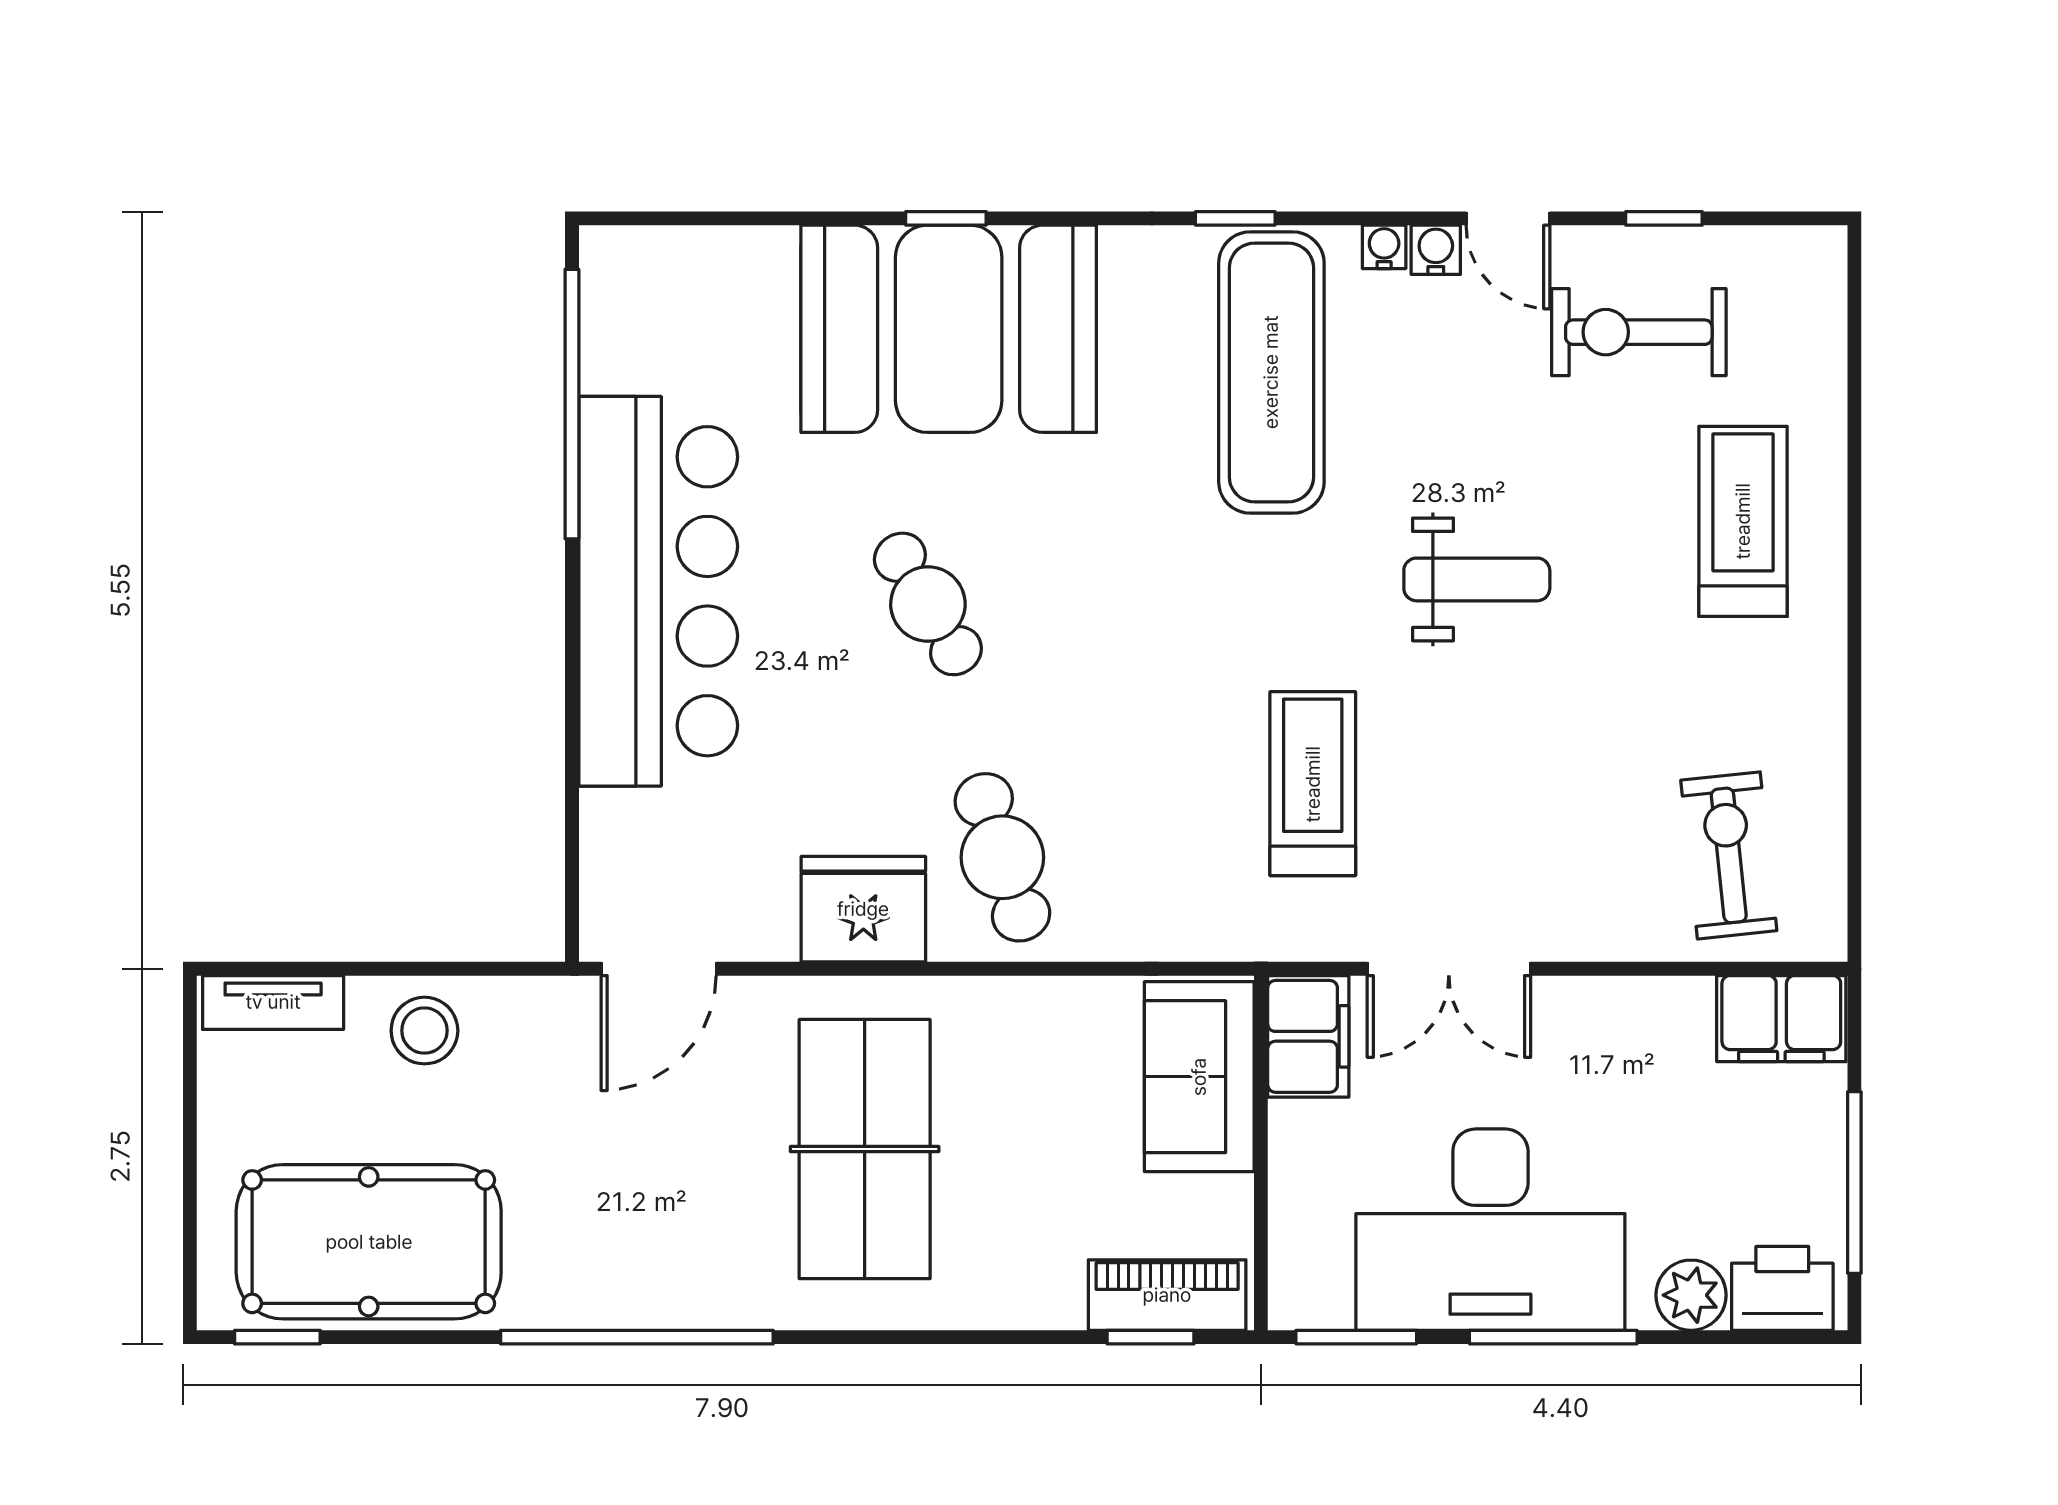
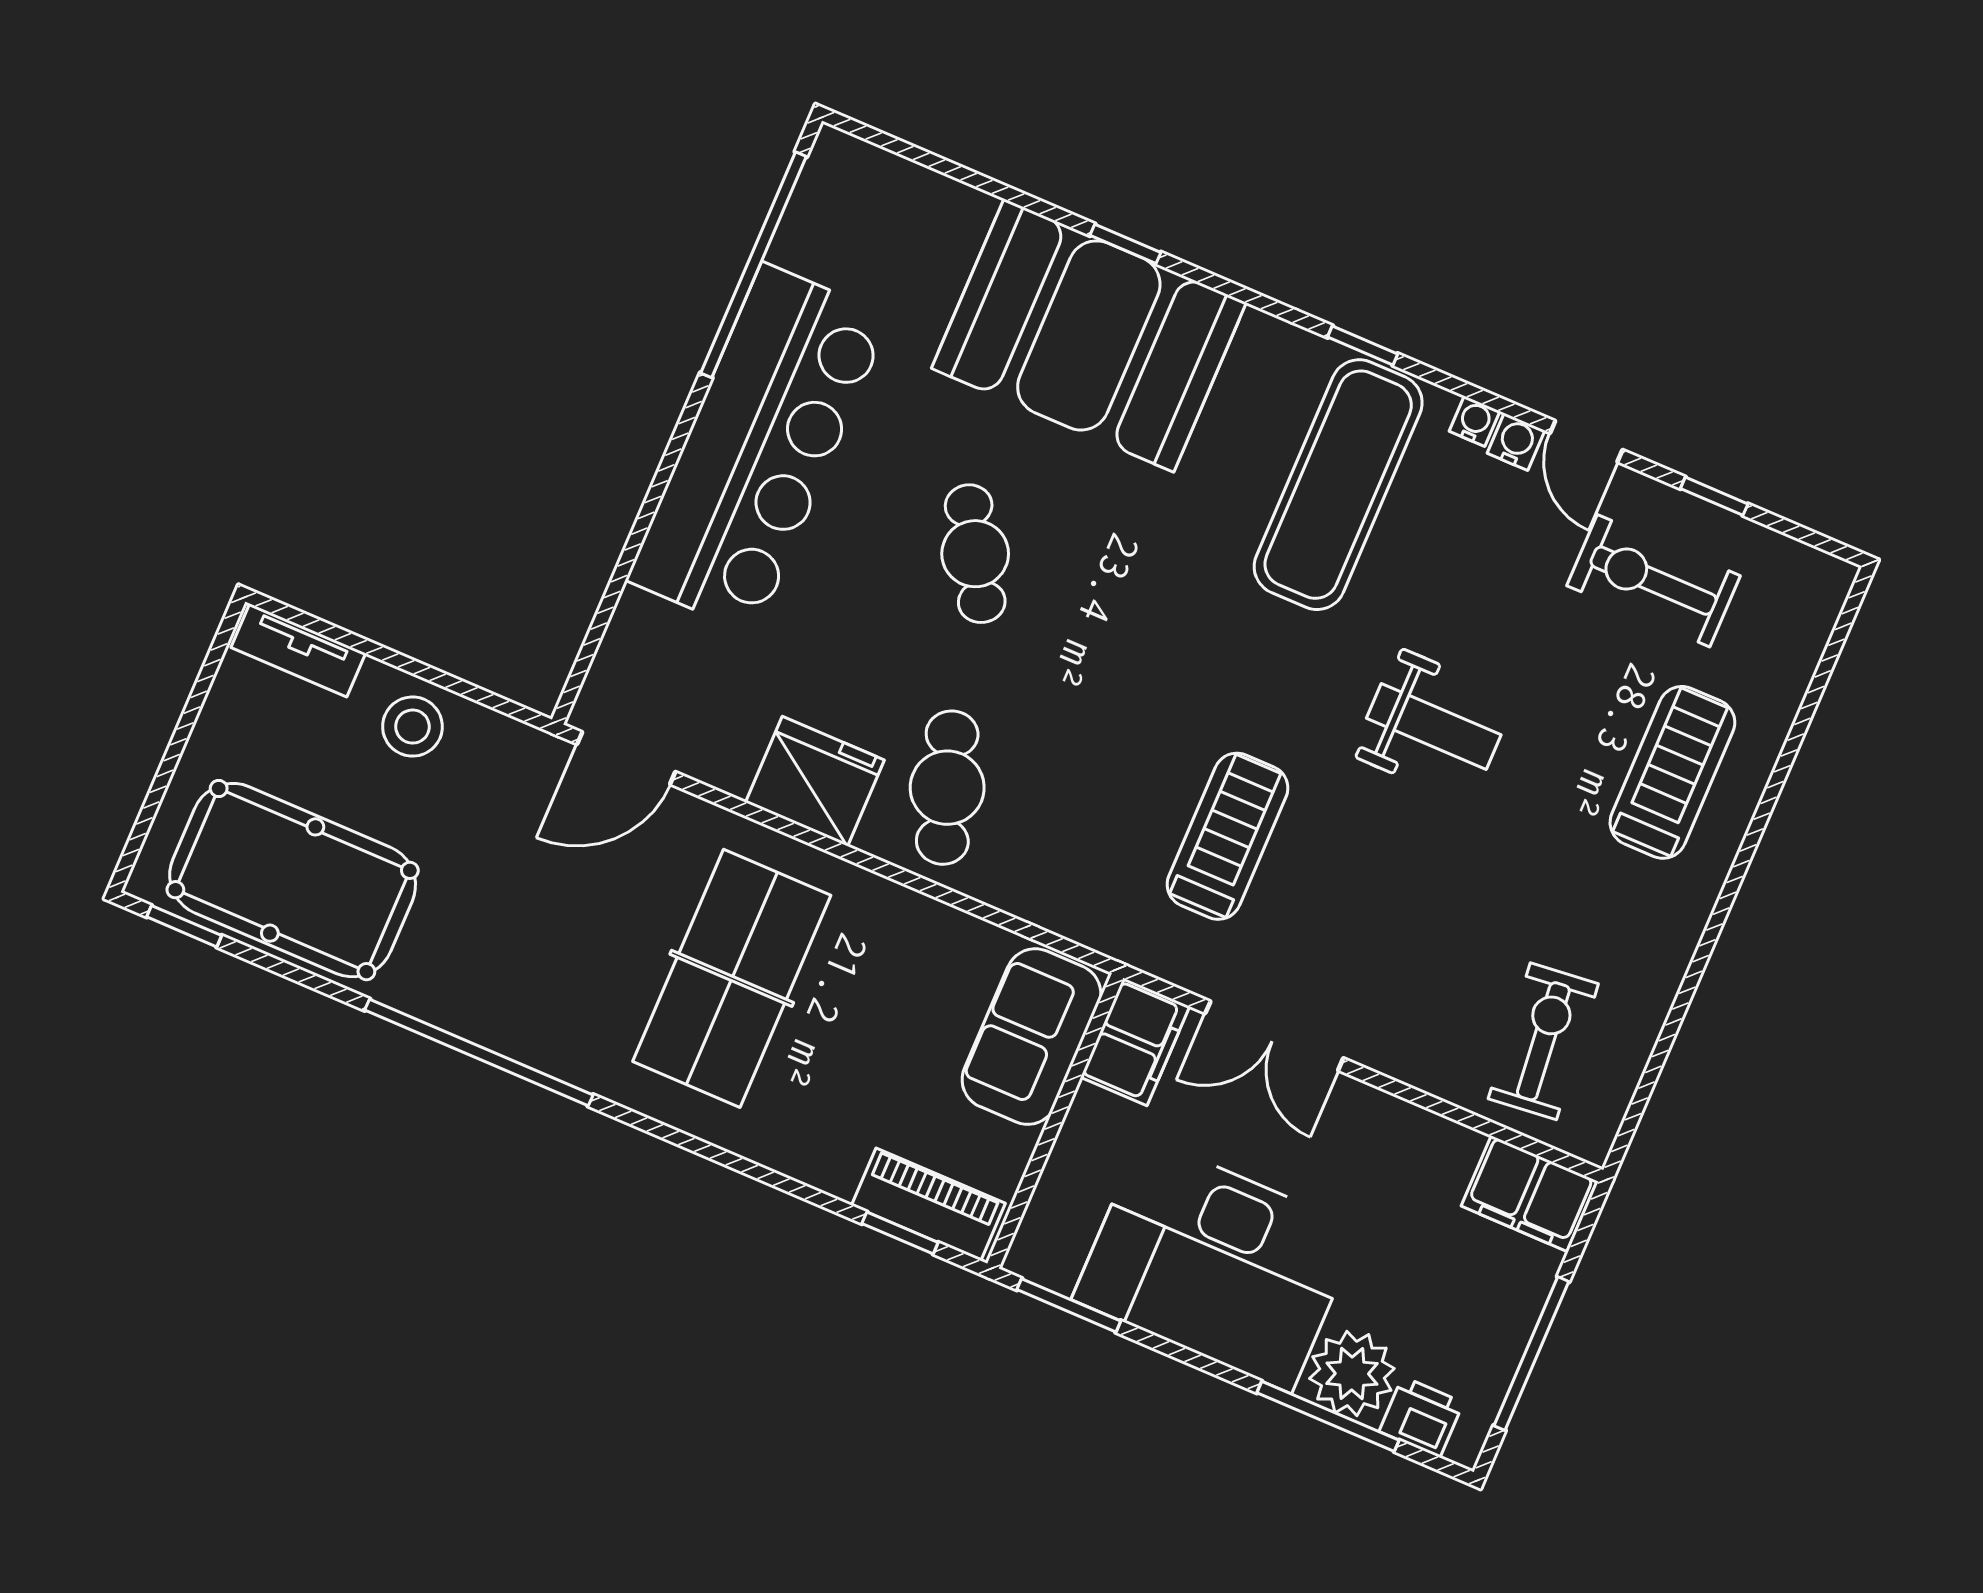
printer: (1782, 1288) -> (1421, 1417), width x0.73, depth x0.81
plant: (1691, 1295) -> (1352, 1374), width x1.36, depth x1.36
window: (1553, 1337) -> (1328, 1416), moved

